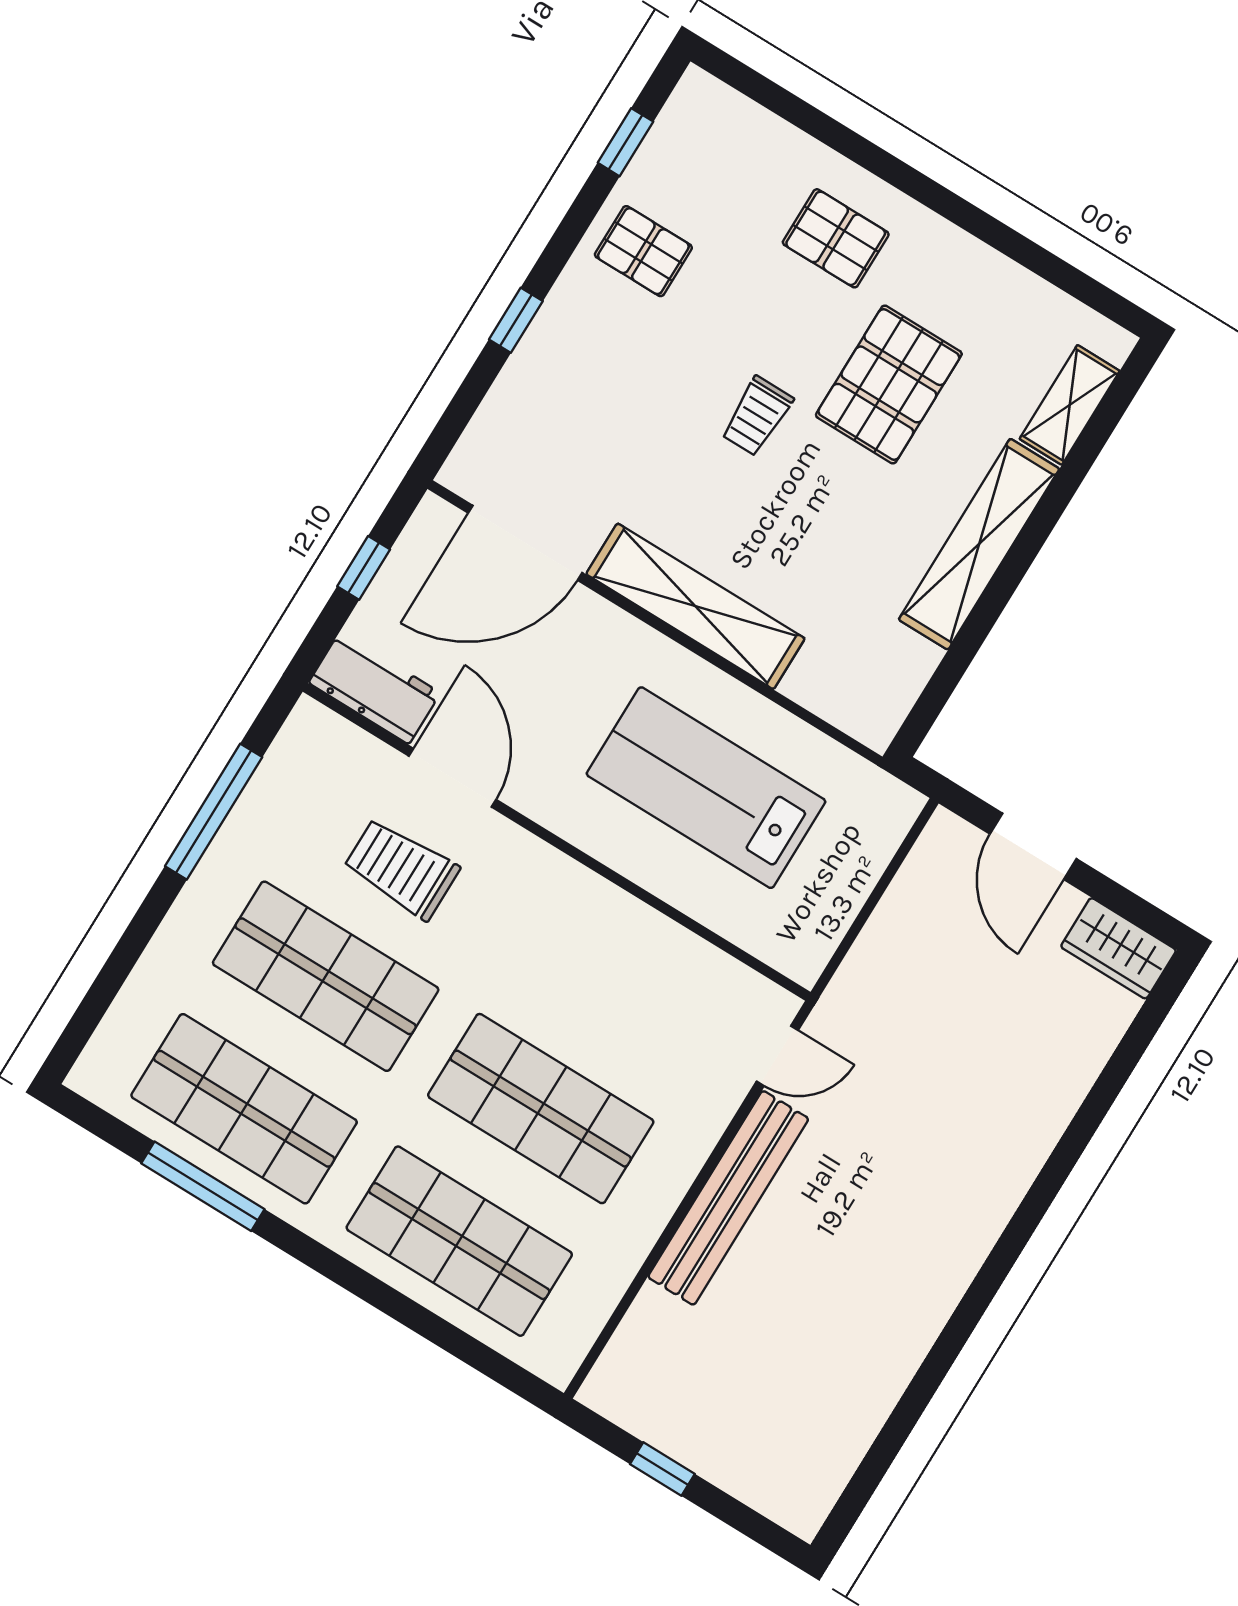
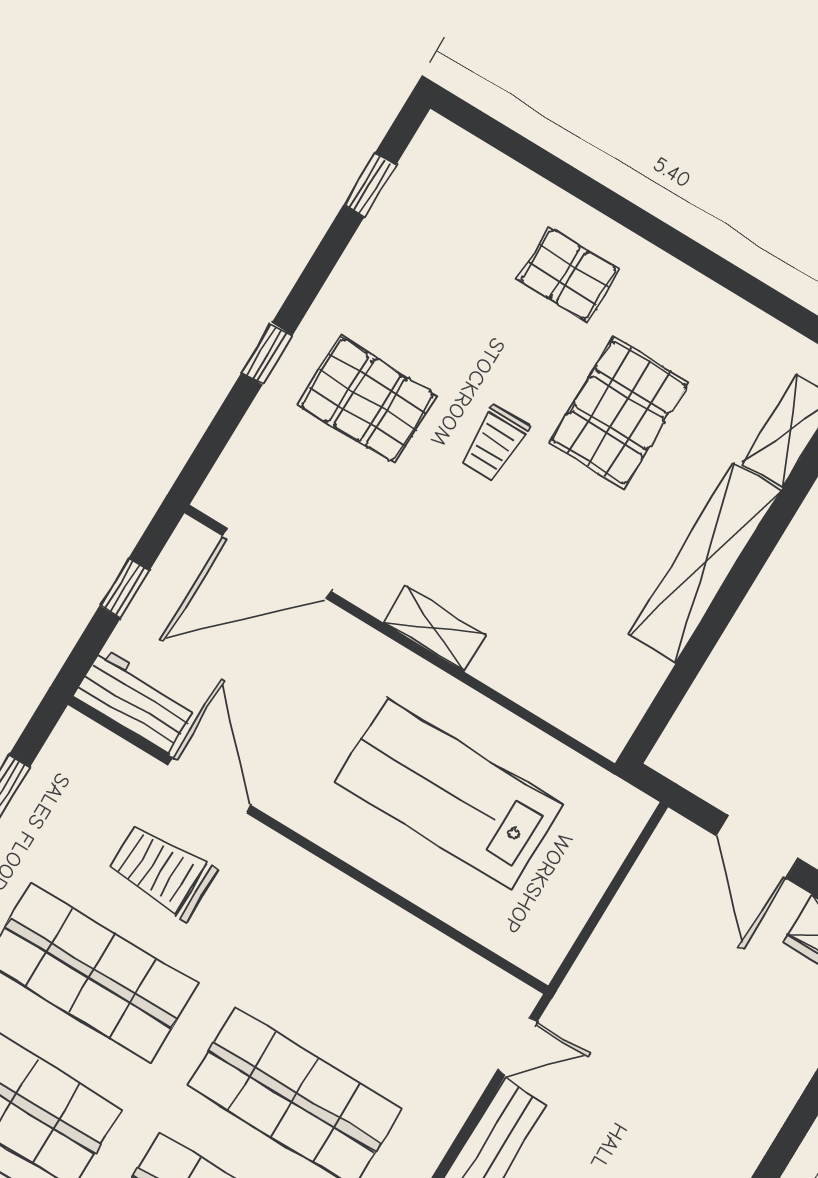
pallet: (643, 251) -> (367, 400), moved, width x1.50, depth x1.42
shelving: (695, 606) -> (434, 629), width x0.45, depth x0.75

